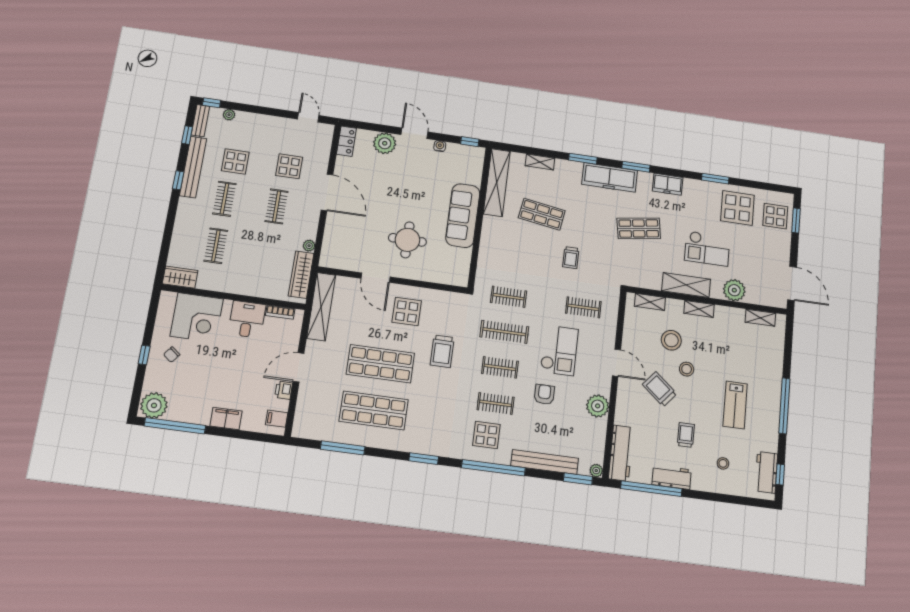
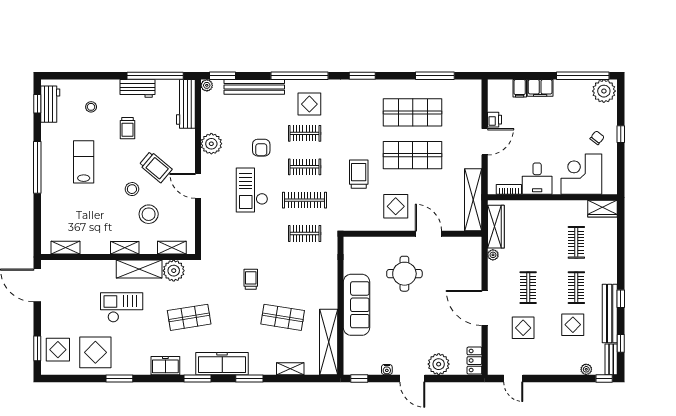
plant: (734, 290) -> (174, 271), moved
clothes rail: (583, 307) -> (234, 234), removed
filing cabinet: (277, 419) -> (520, 88), moved, turned 90

